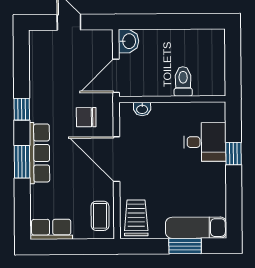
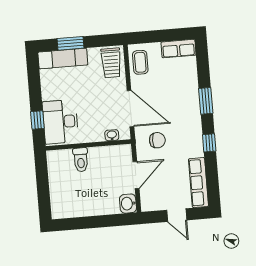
toilet: (183, 81) -> (81, 160), moved
wall: (172, 99) -> (88, 145), moved
washbasin: (142, 109) -> (112, 135), moved
desk: (205, 142) -> (60, 122), width x1.37
row of seats: (39, 153) -> (198, 183), moved

